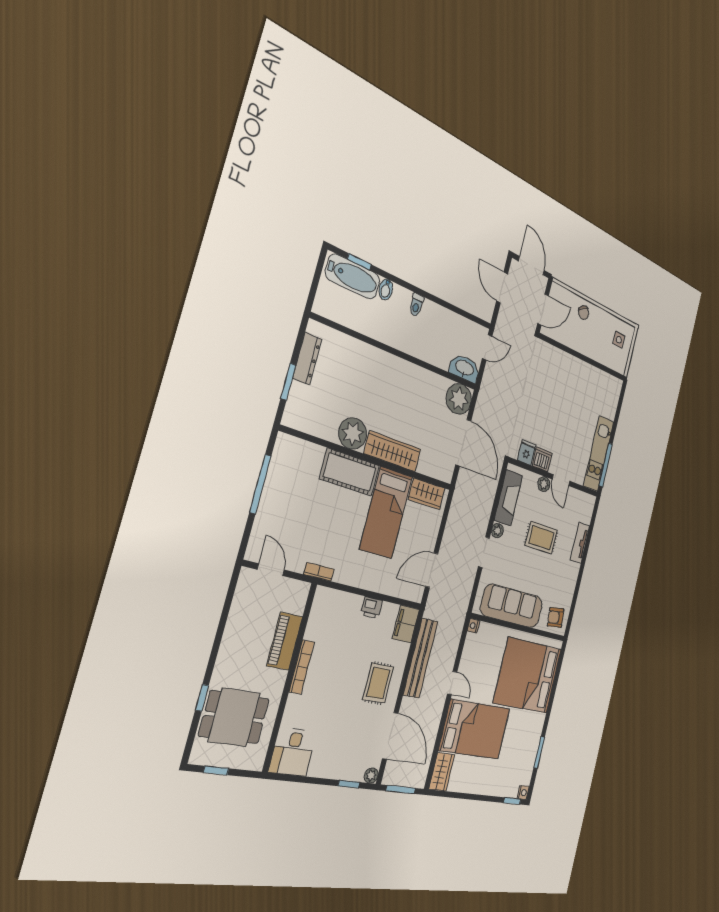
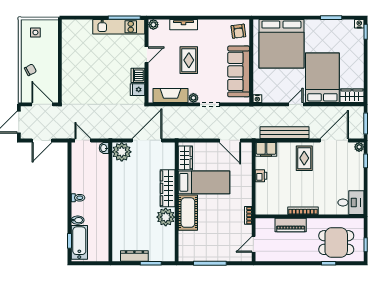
washbasin: (465, 368) -> (104, 148), width x0.52, depth x0.69
plant: (544, 484) -> (153, 25), moved
rug: (378, 683) -> (304, 158), turned 90
dining table: (234, 717) -> (336, 243), turned 90

